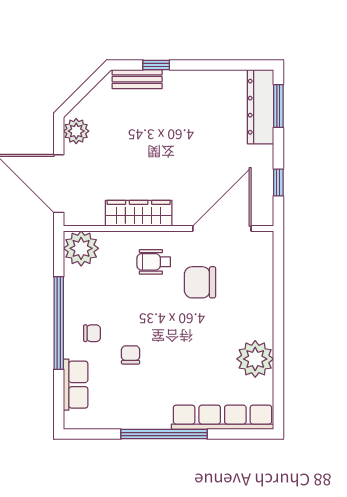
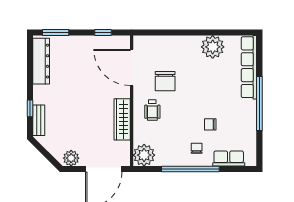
dresser: (260, 107) -> (41, 61), moved, turned -90

